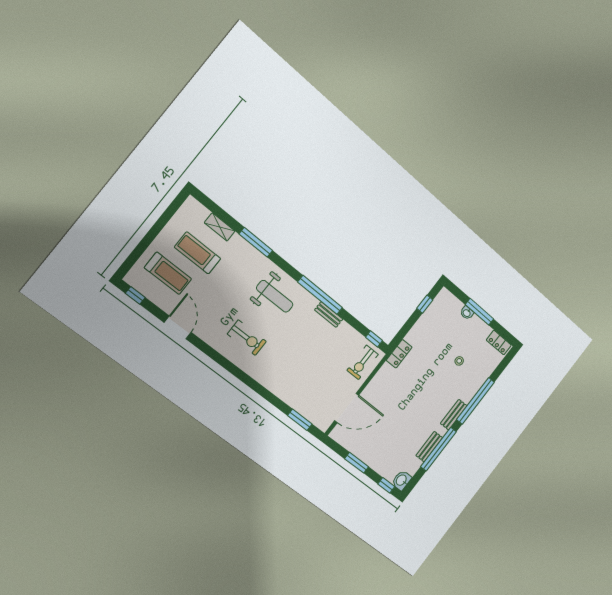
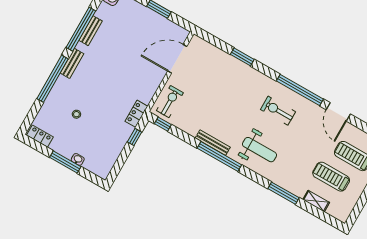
treadmill: (198, 253) -> (331, 177), turned 180
weight bench: (275, 296) -> (259, 150), turned 180
window: (425, 304) -> (135, 137), moved
bench: (329, 315) -> (213, 143), width x1.36
window: (218, 358) -> (300, 90), added
window: (300, 420) -> (242, 57), moved

